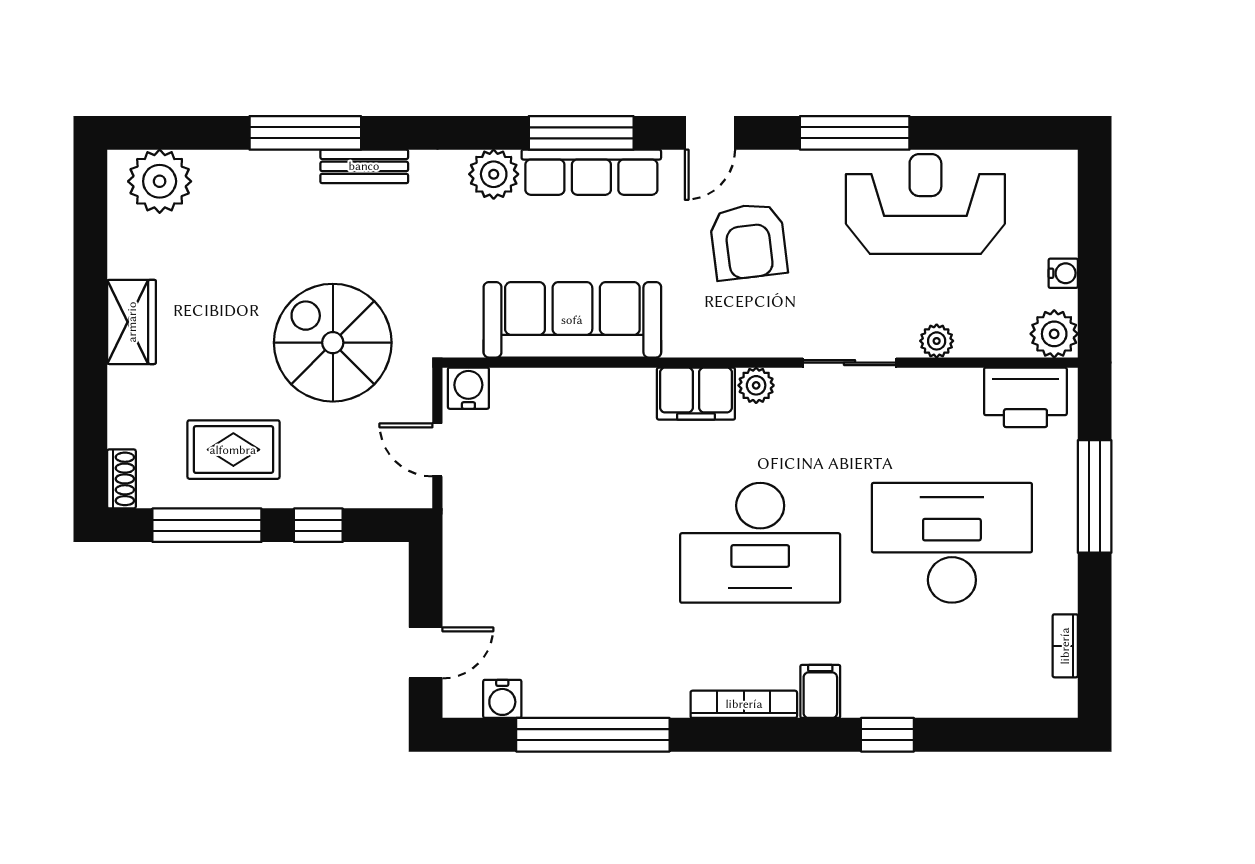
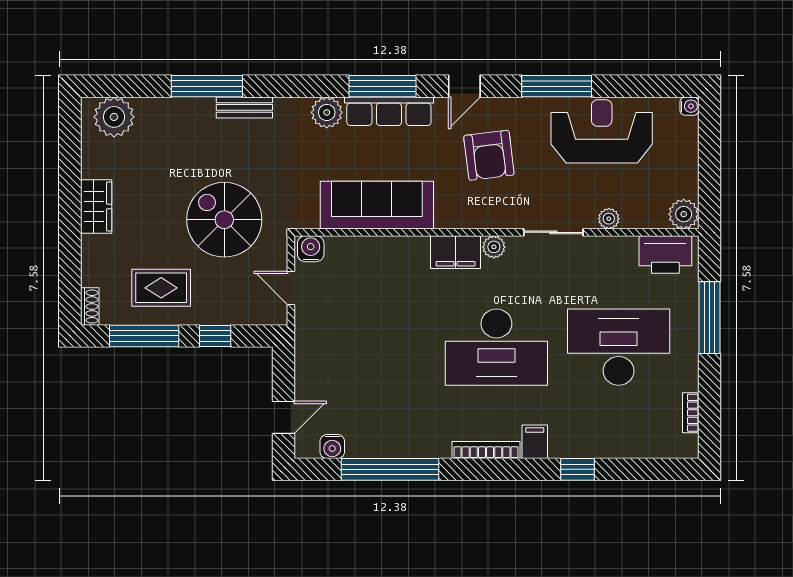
water cooler: (1063, 273) -> (689, 106), moved

